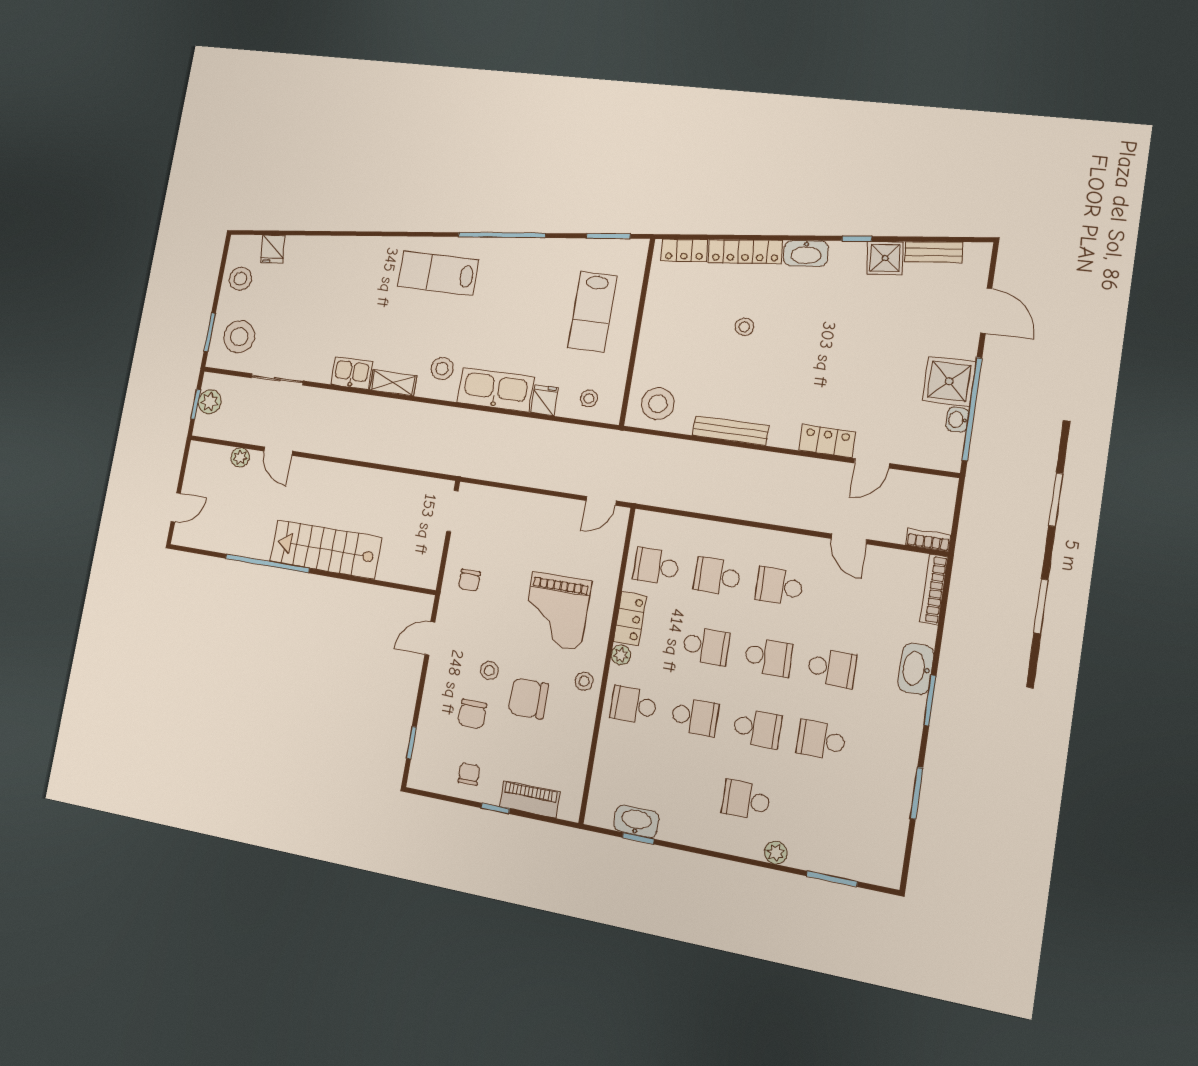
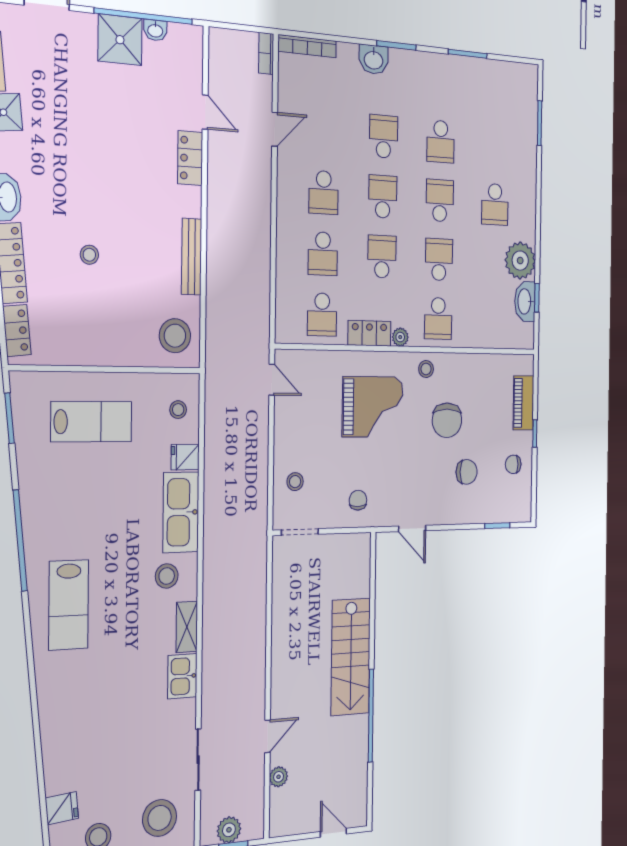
chair: (469, 580) -> (358, 500), turned -90
washbasin: (916, 669) -> (374, 59), width x0.72
stool: (489, 671) -> (295, 482), moved
plant: (776, 853) -> (520, 261), moved, width x1.87, depth x1.87

